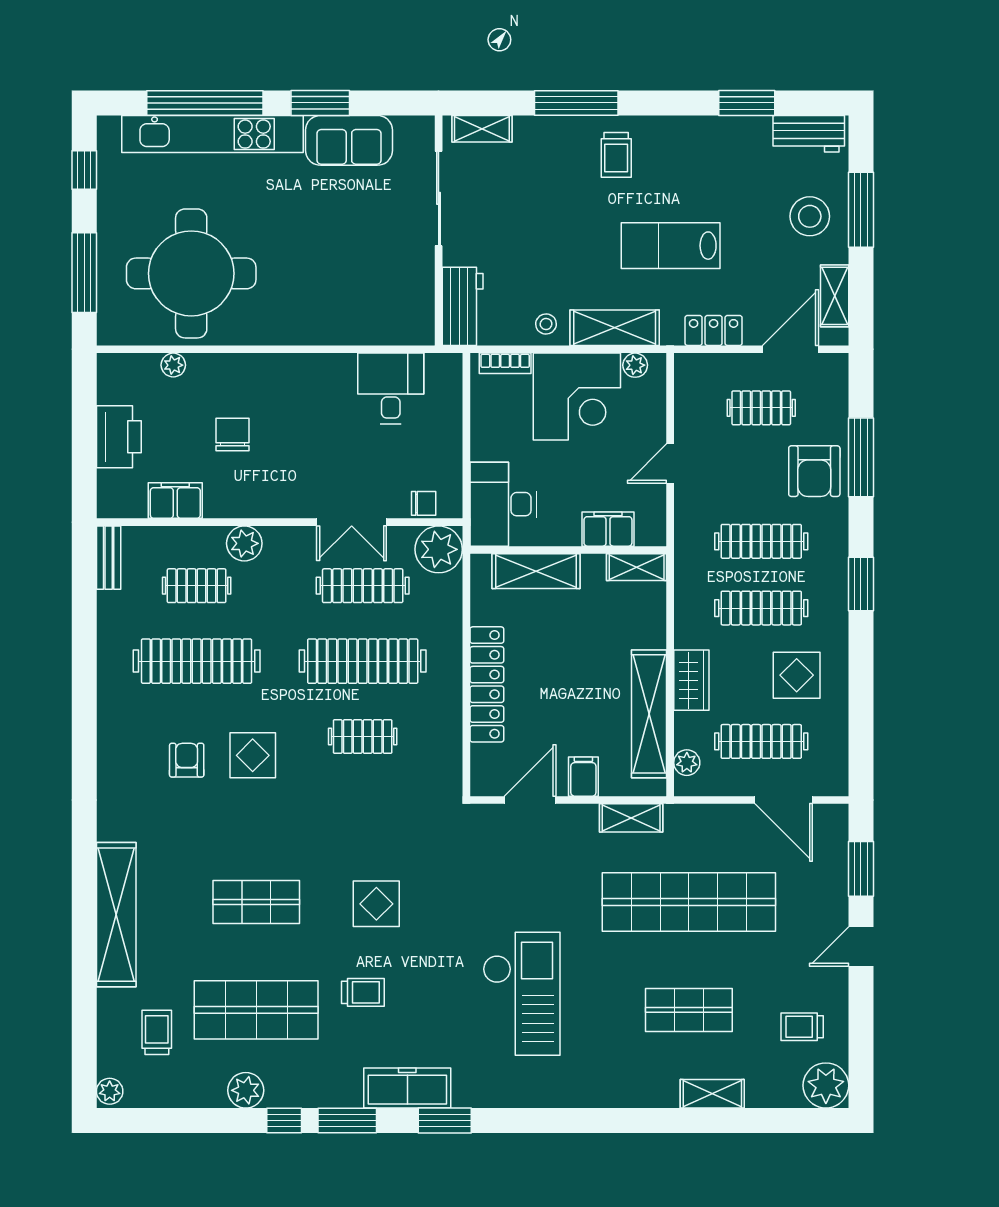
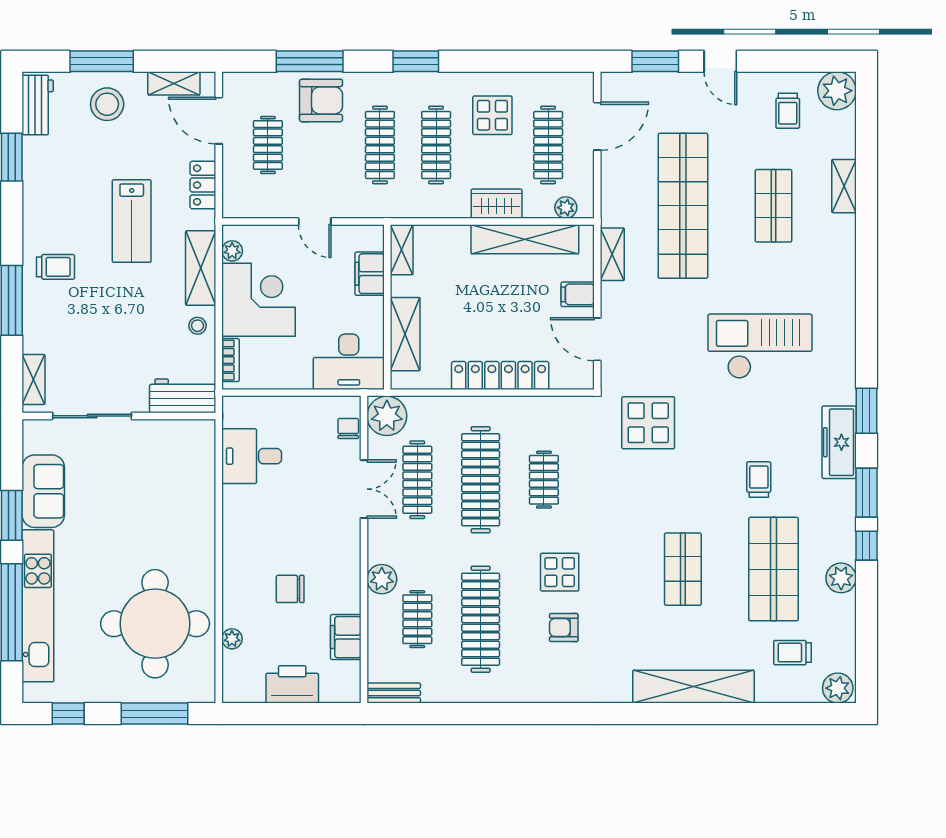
display table: (376, 904) -> (648, 423), moved, width x1.36, depth x1.36
plant: (110, 1091) -> (838, 688), width x1.38, depth x1.38

